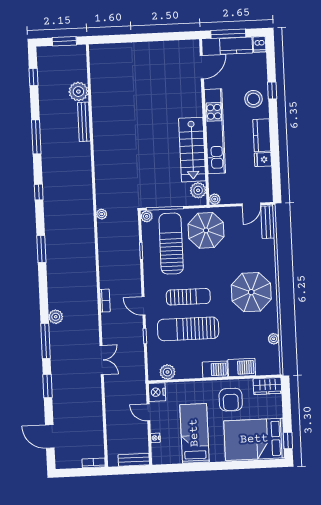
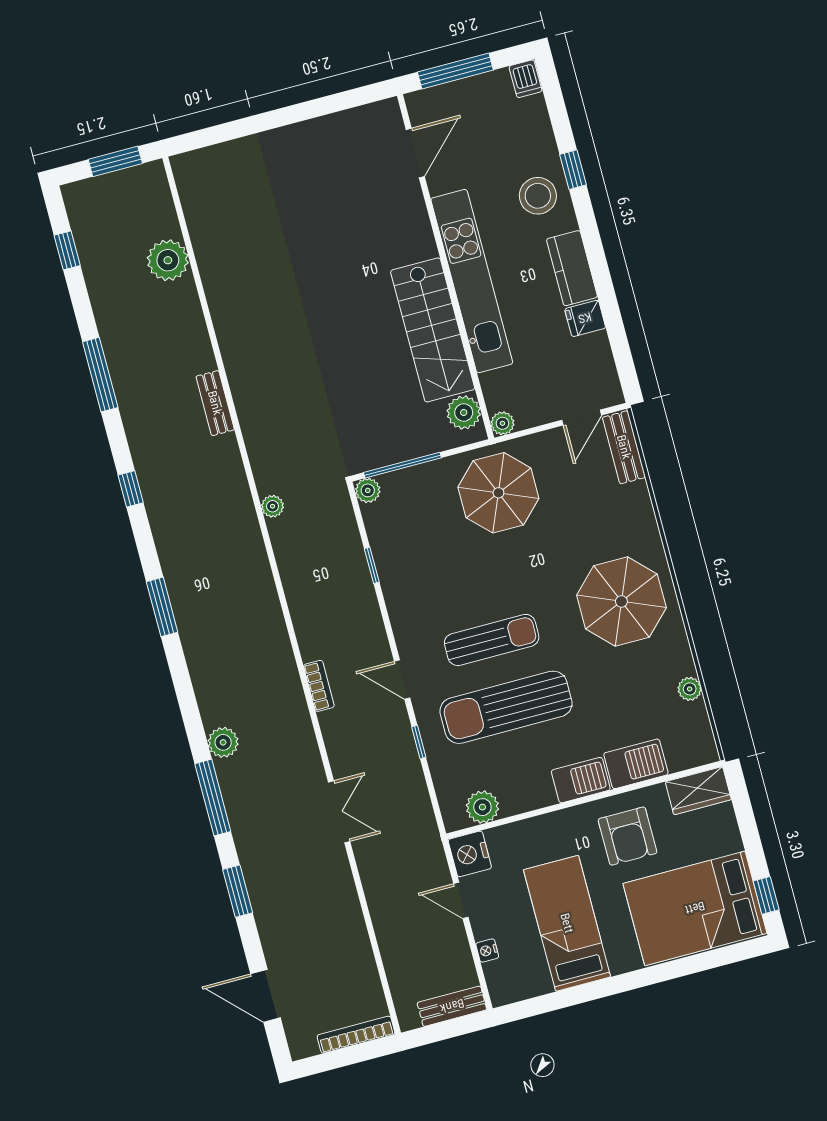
kitchen counter: (236, 46) -> (477, 92), removed
bench: (84, 122) -> (215, 403), moved, width x0.73
sun lounger: (171, 244) -> (431, 536), removed
bookcase: (94, 463) -> (356, 1035), width x1.56

